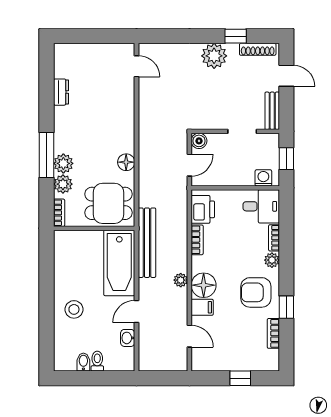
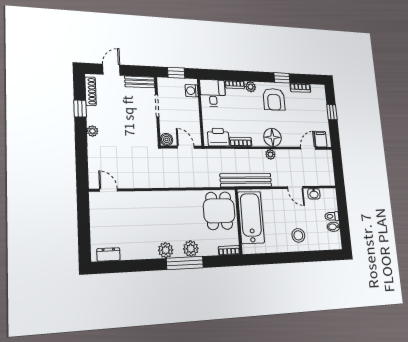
plant: (214, 56) -> (92, 131), width x0.53, depth x0.53
door: (136, 66) -> (108, 190), hinge flipped
dresser: (61, 92) -> (108, 254), moved
floor lamp: (126, 162) -> (187, 197), removed
plant: (63, 184) -> (166, 250), moved
bathtub: (119, 263) -> (251, 217), moved, turned -90
filing cabinet: (202, 307) -> (321, 139), moved

